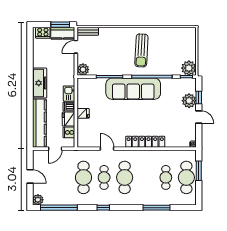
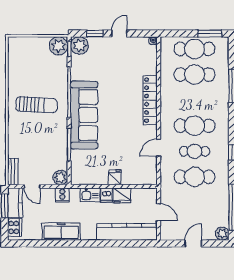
freezer: (40, 83) -> (61, 232), moved
plant: (189, 101) -> (80, 46), moved
cooker: (69, 132) -> (62, 195), moved
window: (199, 171) -> (210, 34), moved
cafe table: (166, 177) -> (194, 75), width x1.37, depth x1.35

